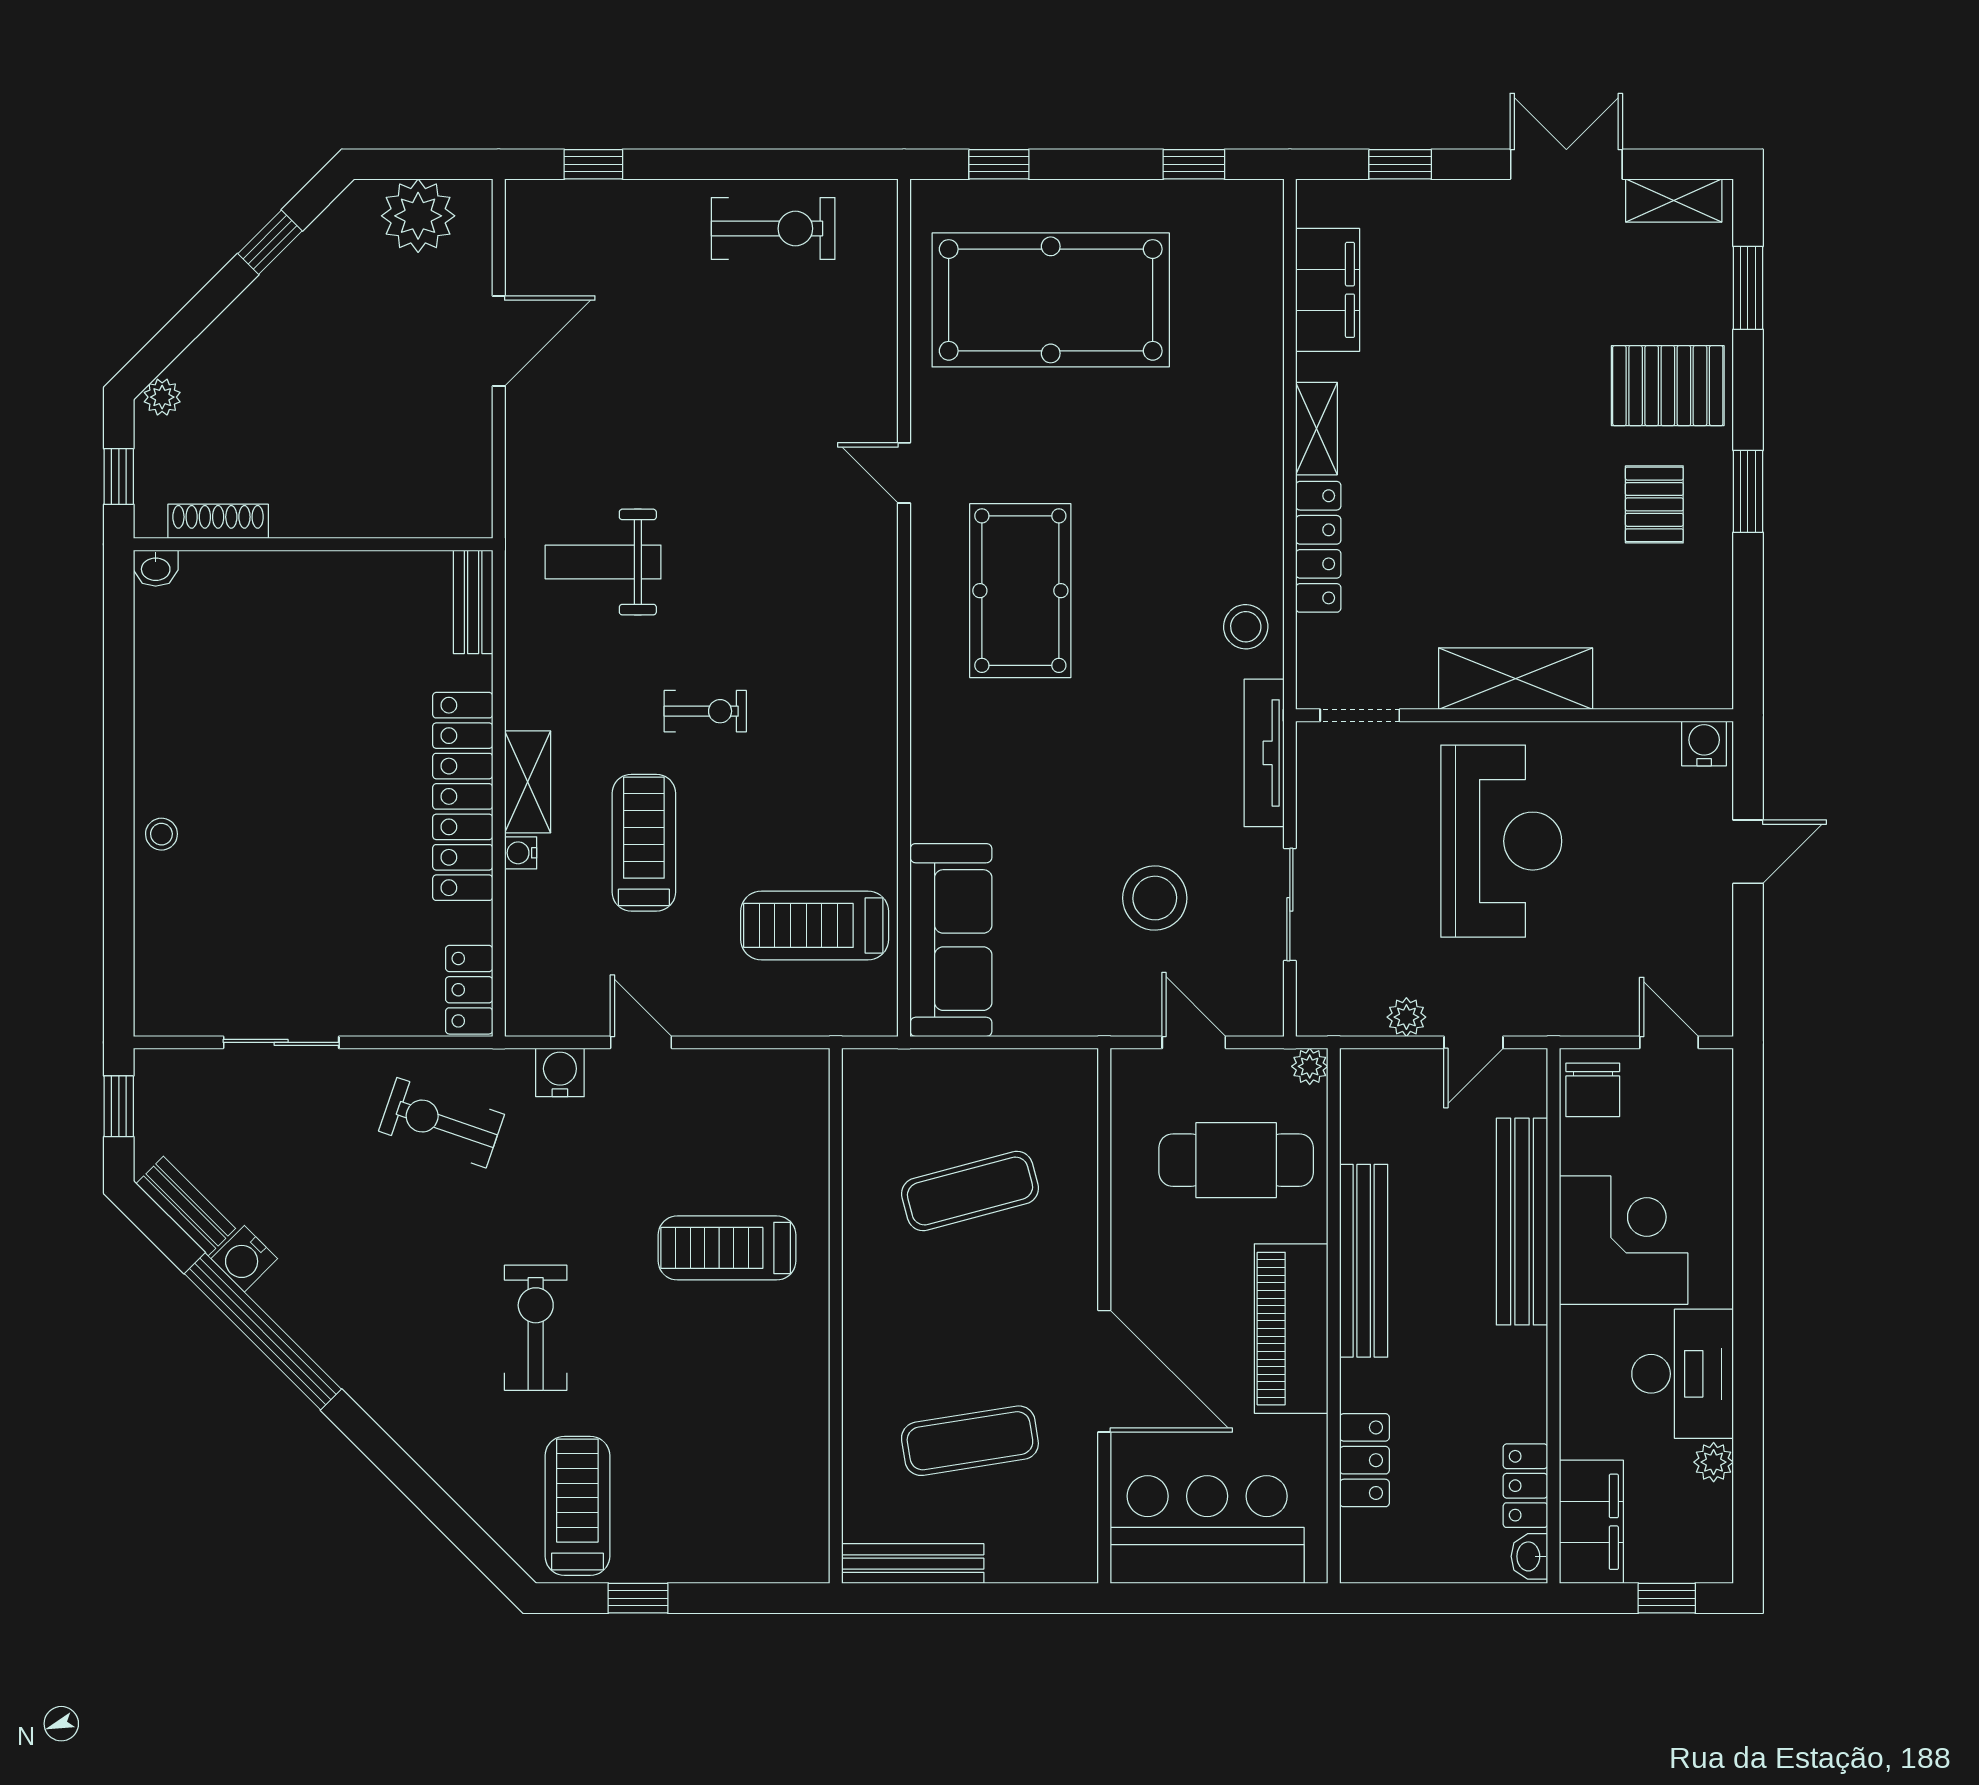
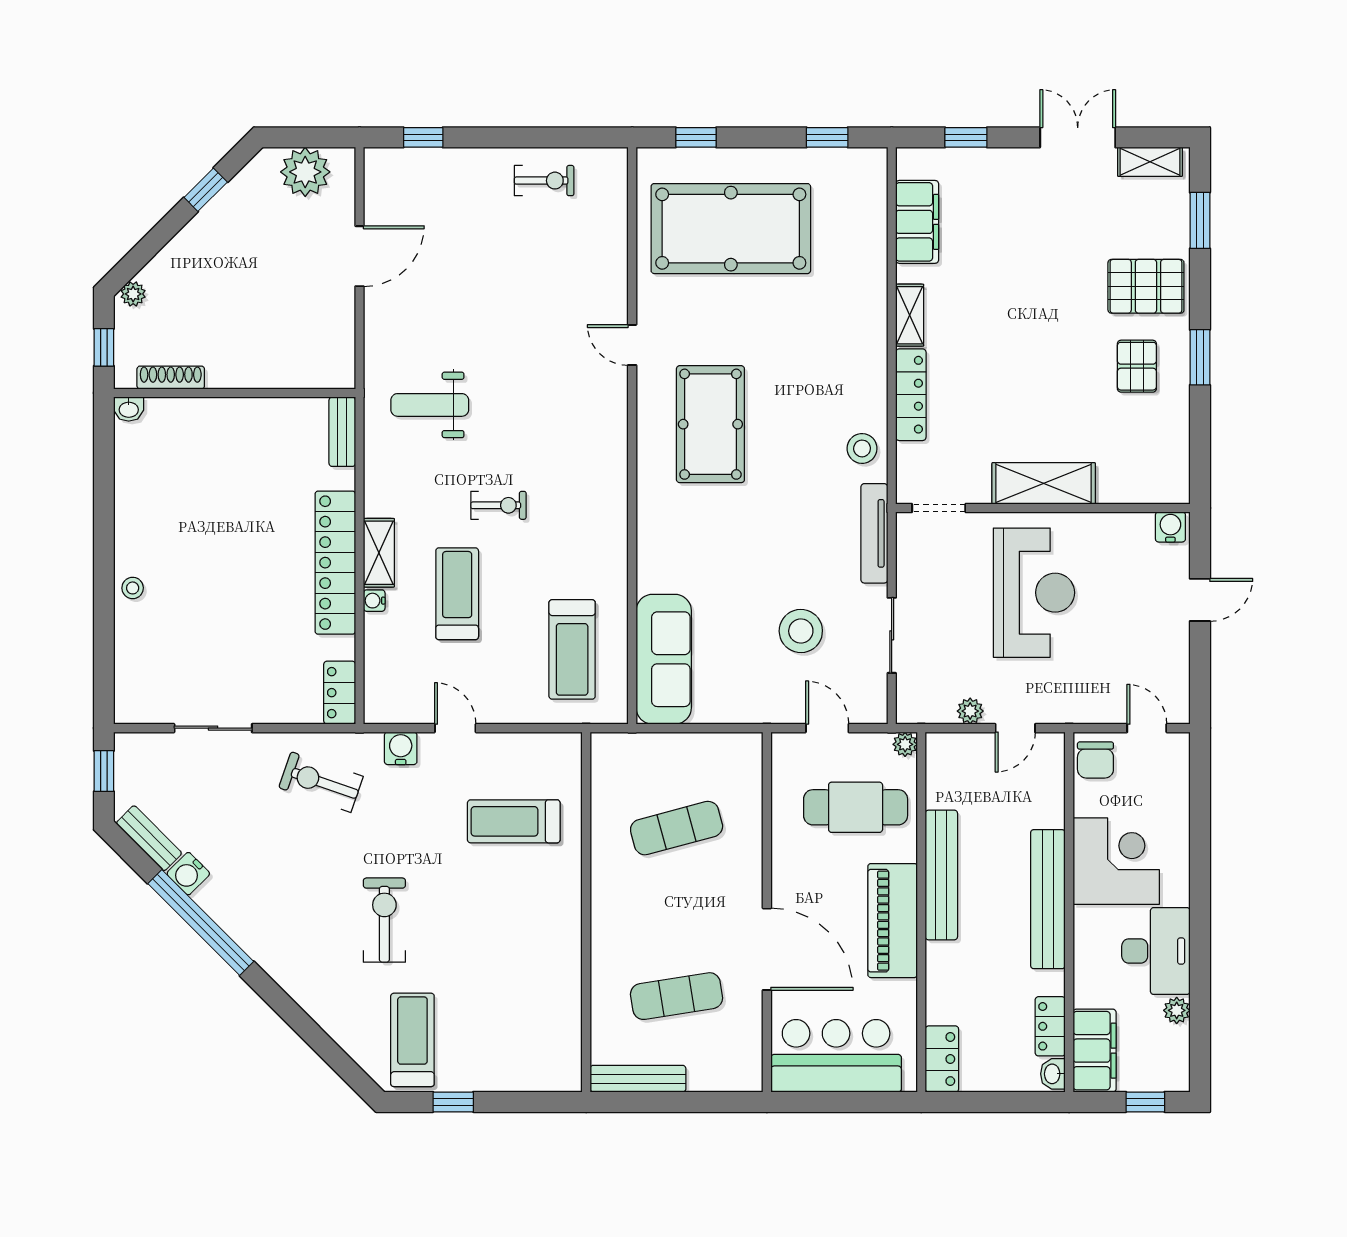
exercise bike: (773, 229) -> (544, 181), width x0.73, depth x0.72
treadmill: (815, 925) -> (572, 649), turned -90
bench: (1522, 1222) -> (1048, 899), moved
treadmill: (727, 1248) -> (514, 821), moved
locker: (1365, 1460) -> (942, 1059), moved

